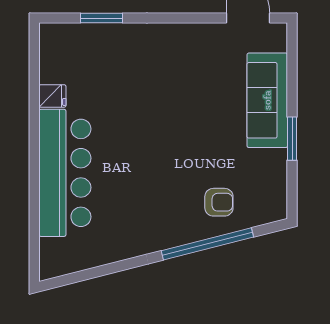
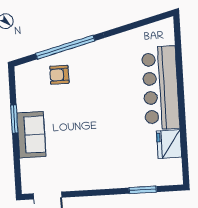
fridge: (52, 96) -> (169, 144), width x1.88, depth x1.34
sofa: (267, 100) -> (31, 135), width x0.73

